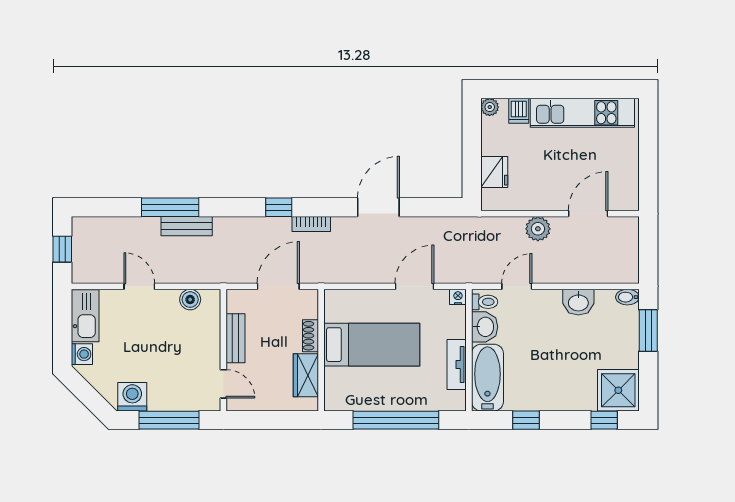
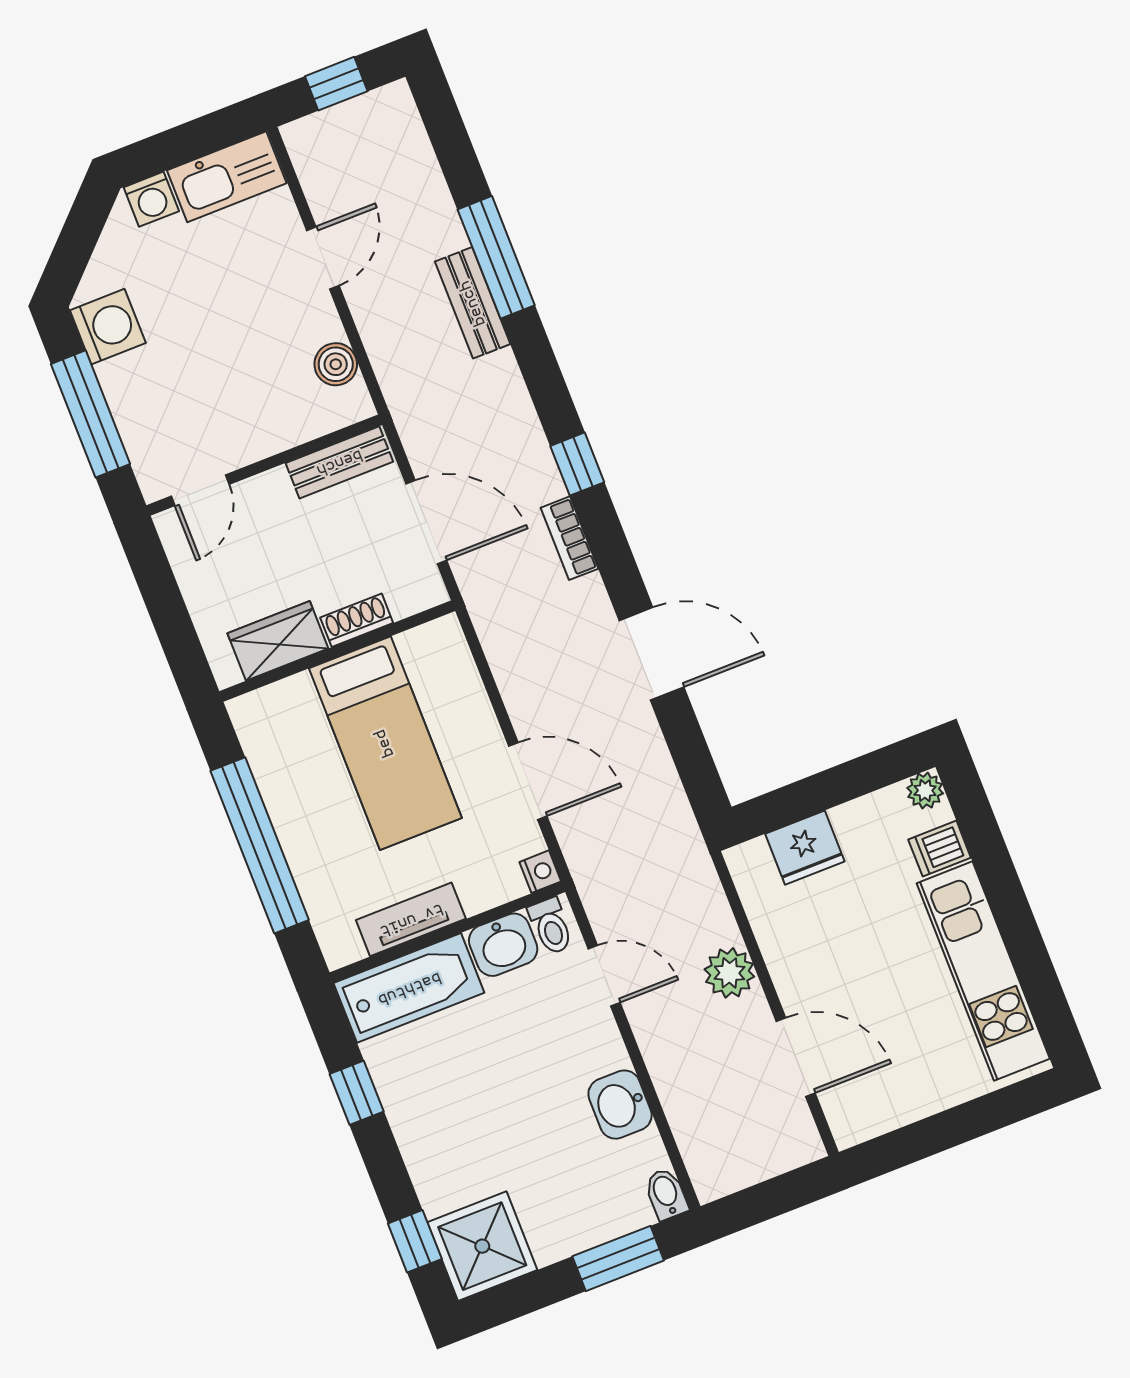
bench: (235, 338) -> (339, 462), moved

